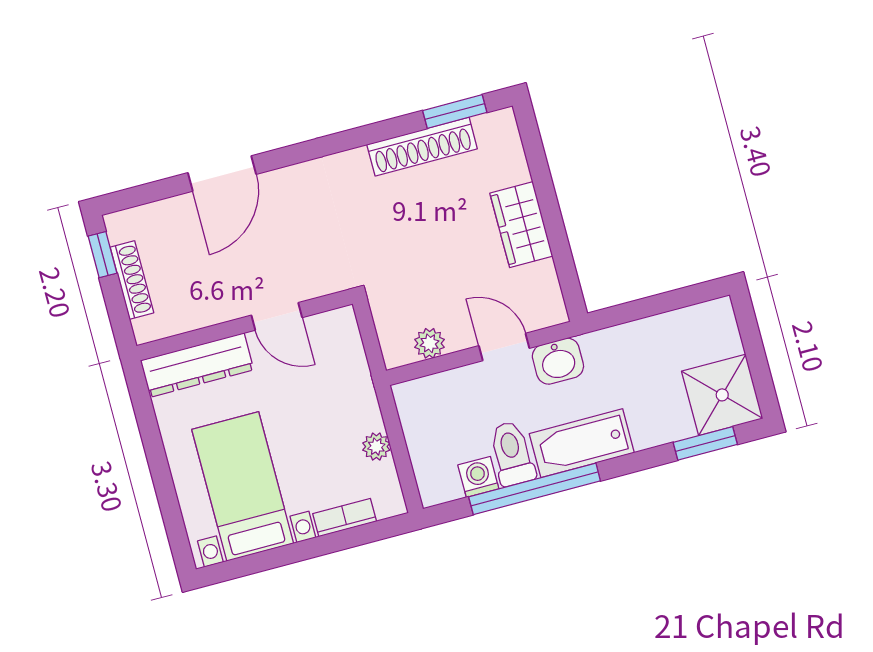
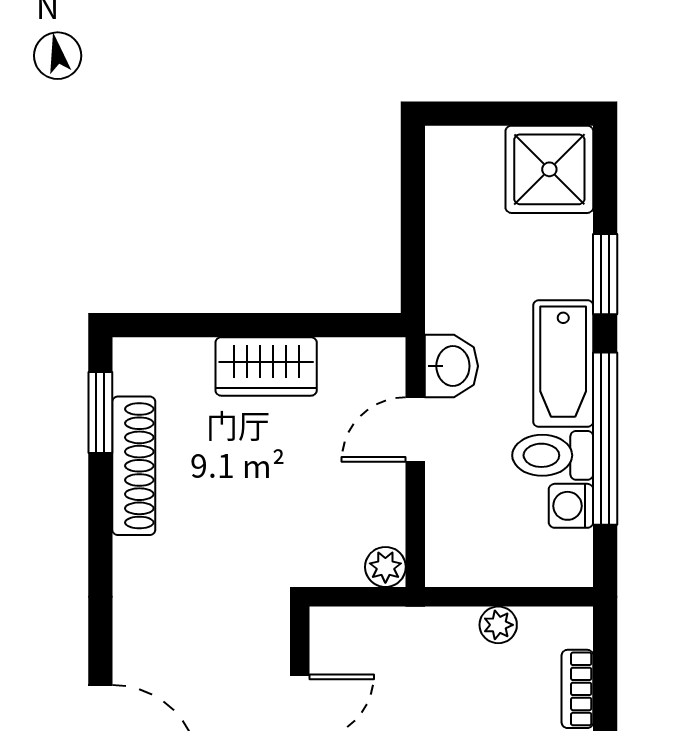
plant: (430, 343) -> (385, 567), moved
window: (705, 443) -> (605, 274), moved

